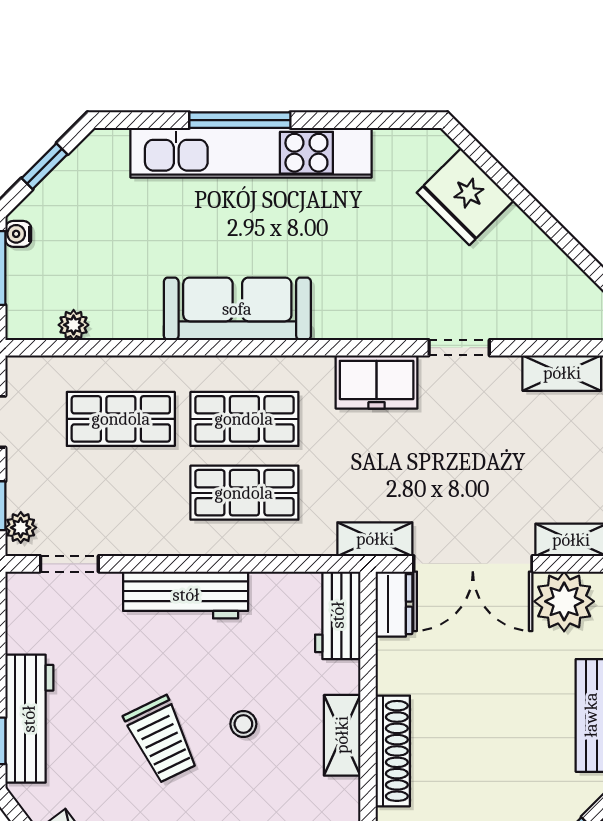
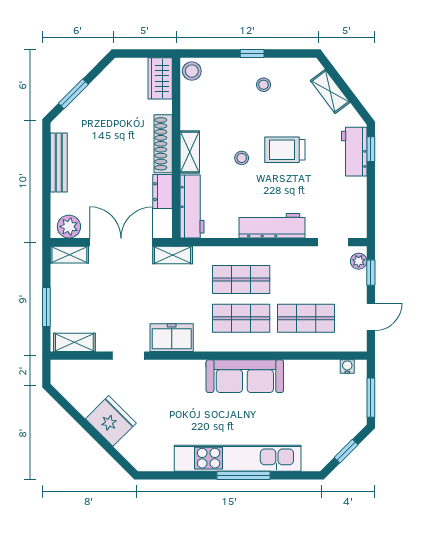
fridge: (465, 197) -> (111, 421), moved
water cooler: (18, 234) -> (347, 367), moved, turned -90
plant: (74, 325) -> (331, 368), removed
plant: (564, 601) -> (69, 227), width x0.73, depth x0.73
dresser: (394, 604) -> (163, 192), moved
workbench: (338, 615) -> (192, 206), width x1.38
workbench: (29, 719) -> (354, 152), width x0.73
trolley: (161, 740) -> (285, 150), turned -64

